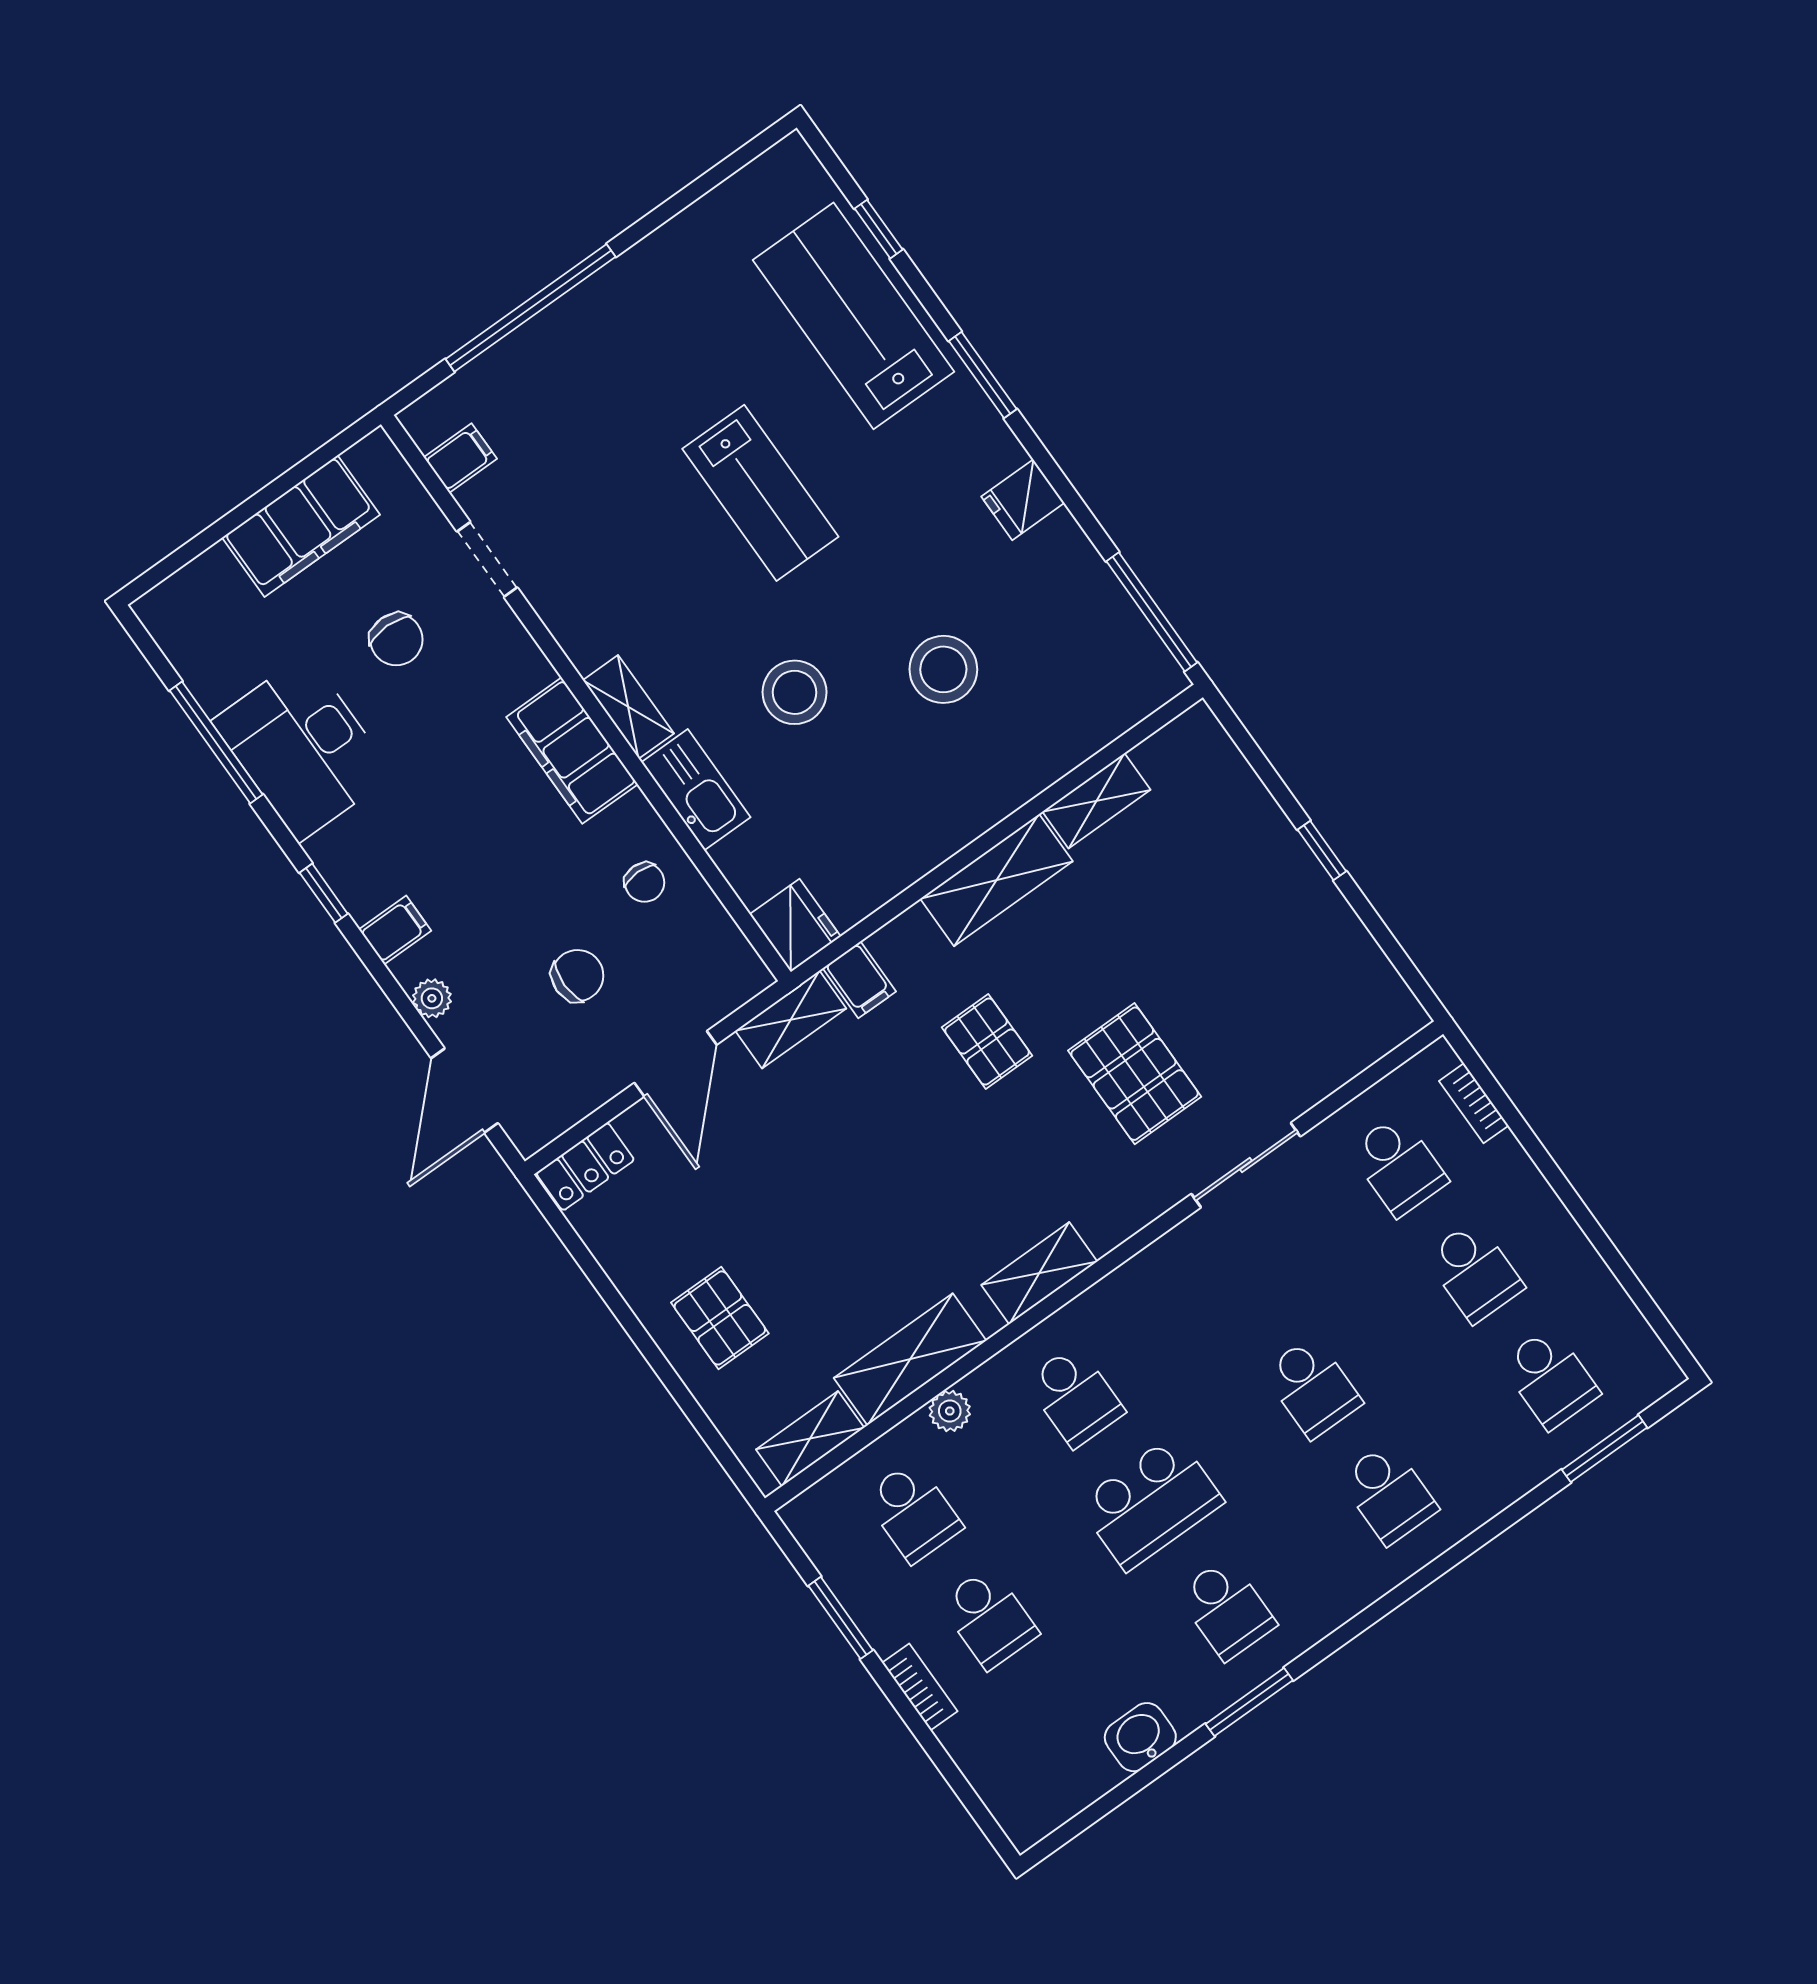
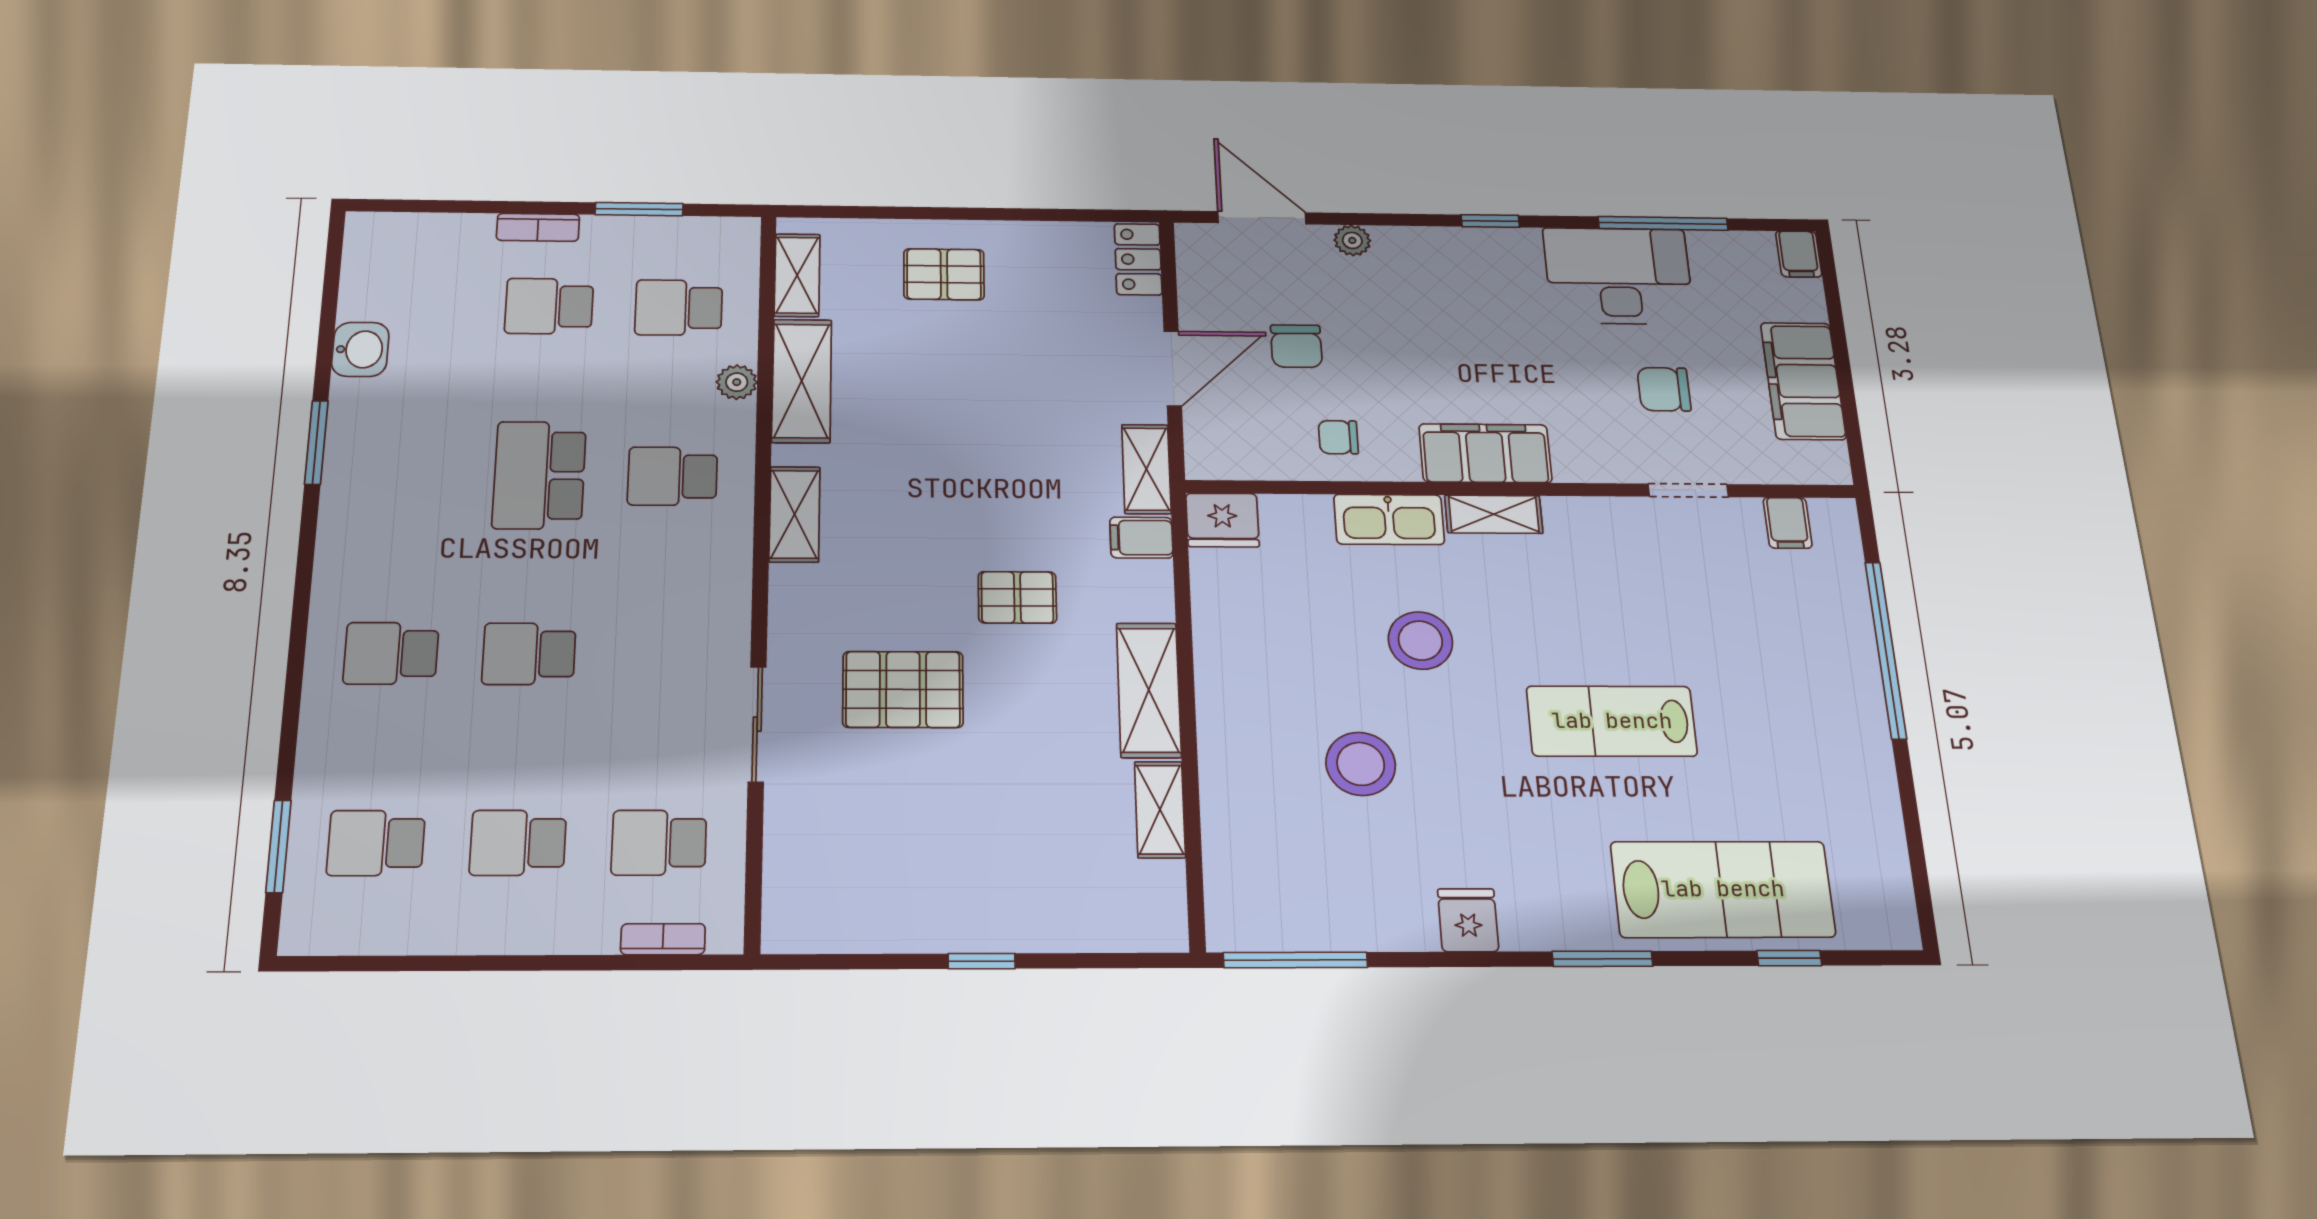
filing cabinet: (395, 930) -> (1799, 254), moved
door: (675, 1064) -> (1173, 368), swing flipped
school desk: (1227, 1609) -> (405, 474), removed

